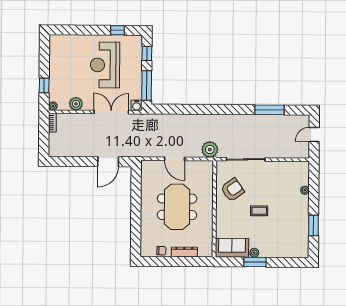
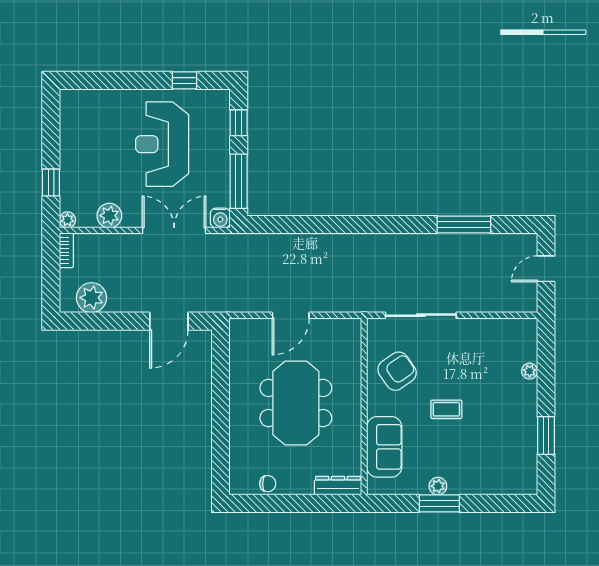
plant: (210, 149) -> (92, 298), moved
door: (175, 159) -> (291, 315), hinge flipped
sofa: (232, 248) -> (384, 447), moved, turned 90
dresser: (184, 252) -> (338, 486), moved

